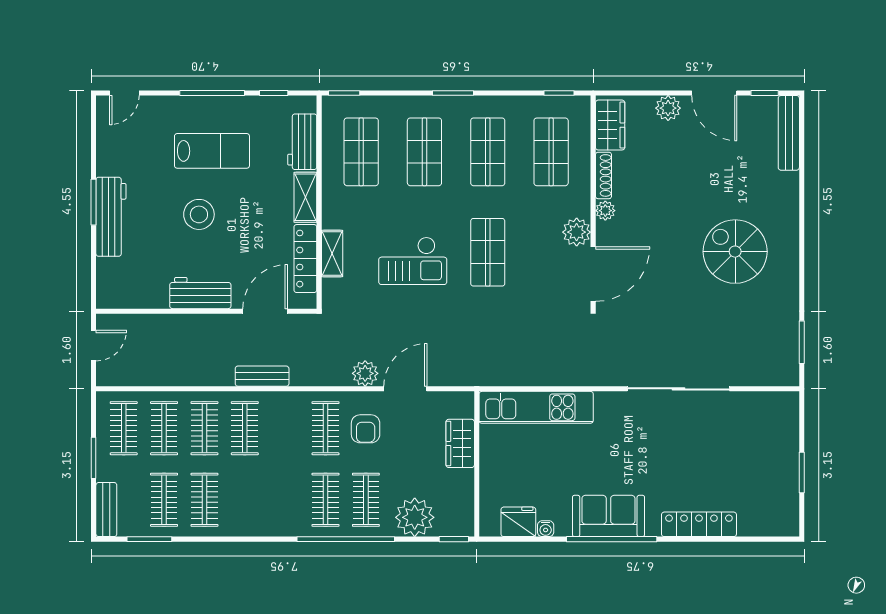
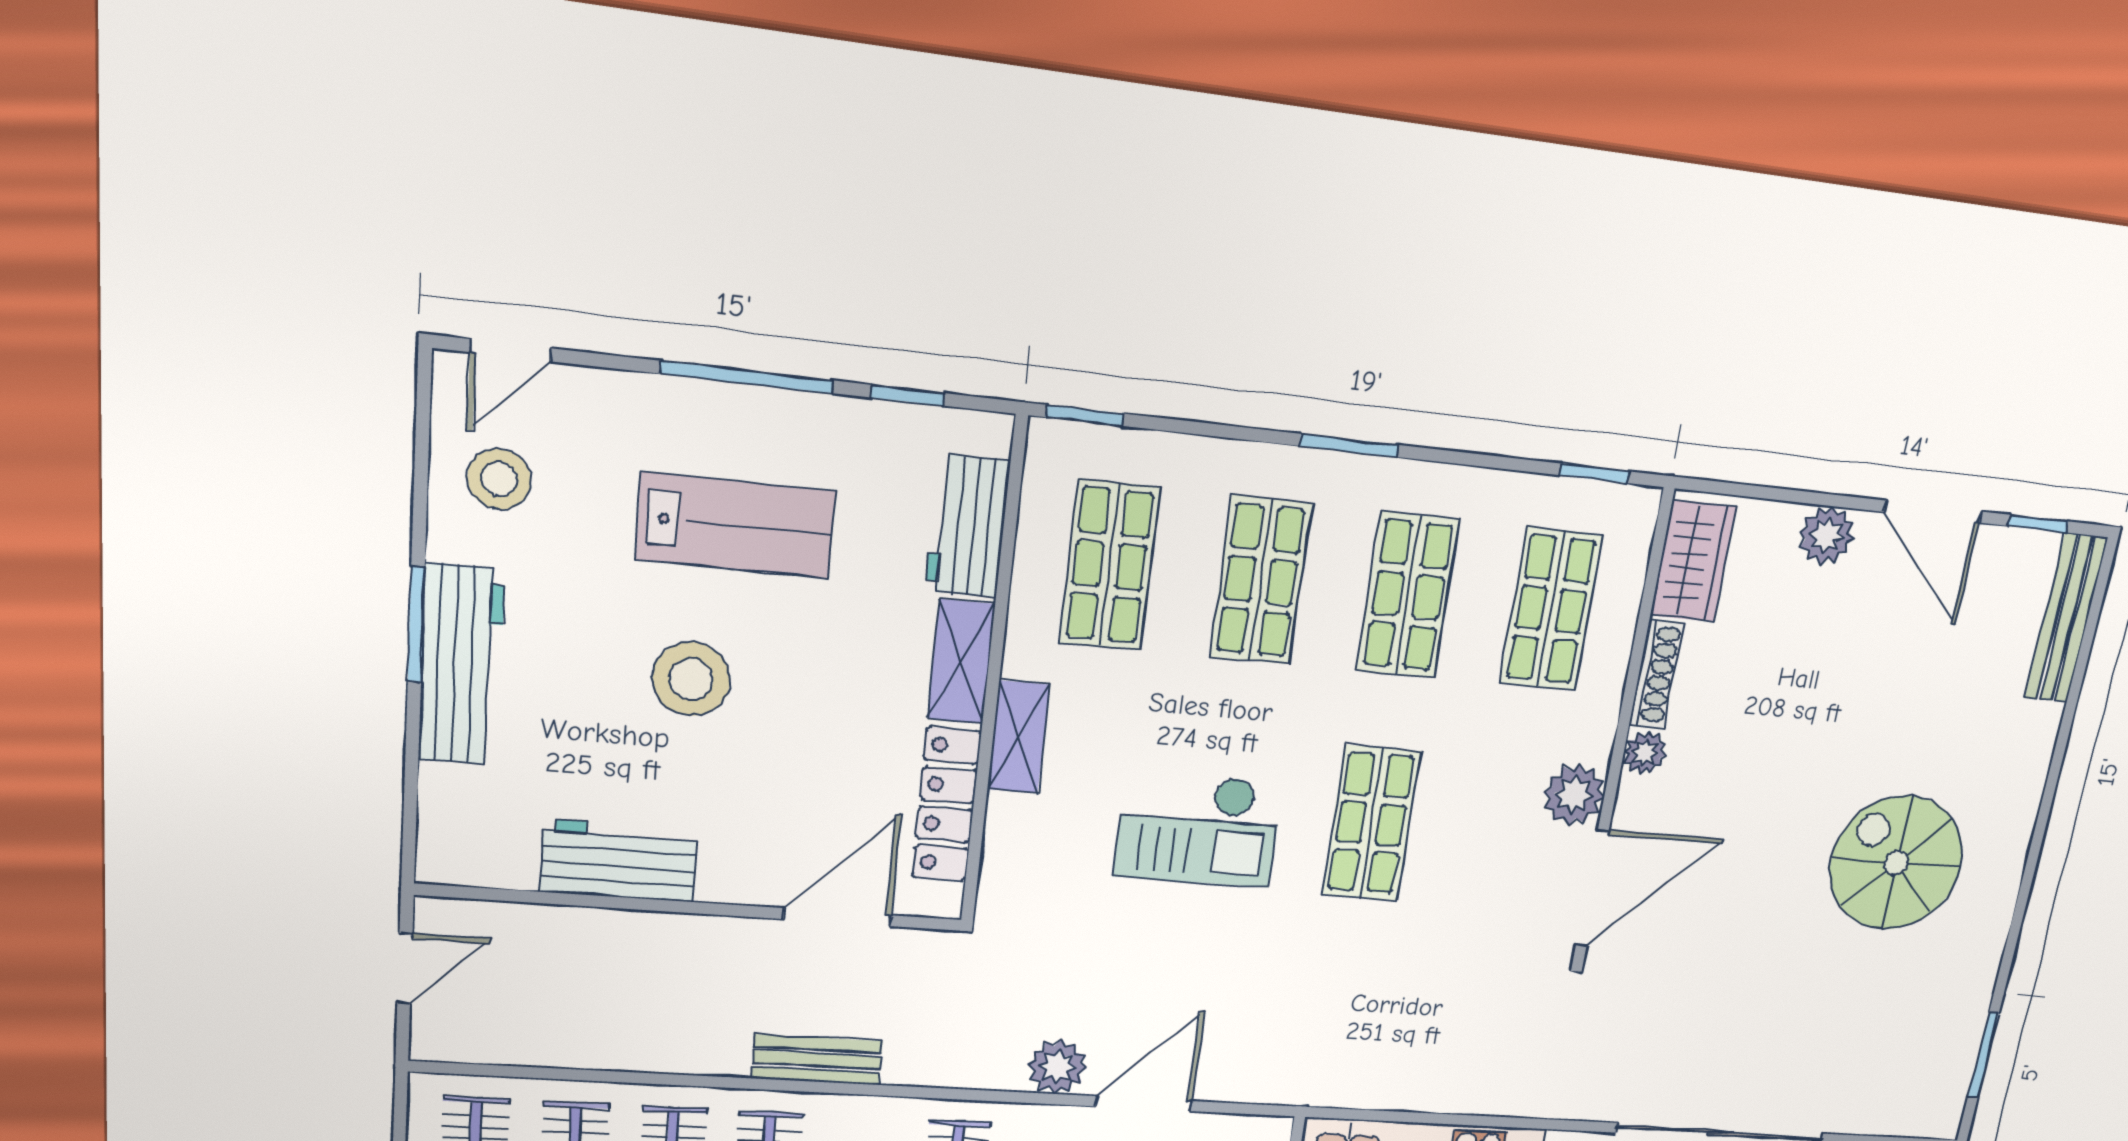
stool: (122, 142) -> (499, 479), added
shelving: (332, 254) -> (1018, 737), moved
workbench: (200, 293) -> (619, 861), moved

